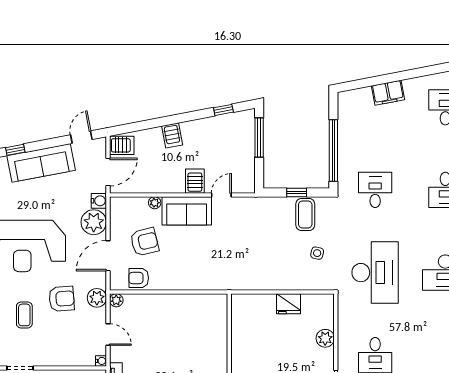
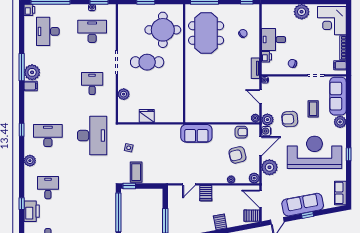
window: (15, 150) -> (308, 215), moved
door: (108, 172) -> (260, 199), hinge flipped
desk: (375, 190) -> (92, 188), removed
window: (297, 193) -> (129, 186), moved
water cooler: (99, 201) -> (266, 131), moved
plant: (118, 205) -> (254, 178), added
sofa: (187, 211) -> (196, 133), moved, turned 180
desk: (375, 273) -> (92, 136), turned 180

